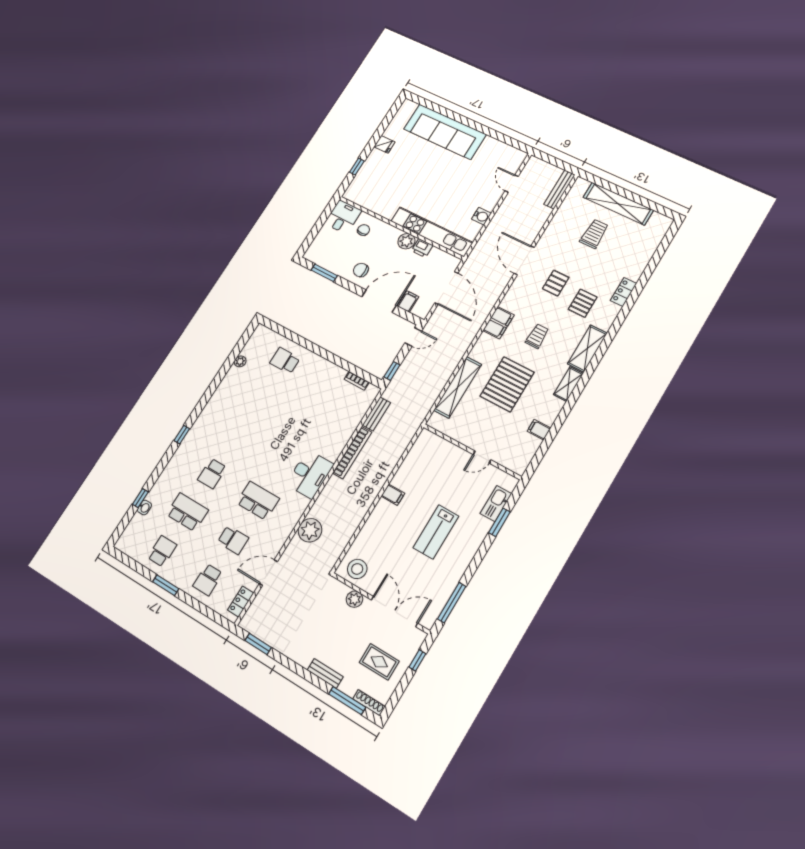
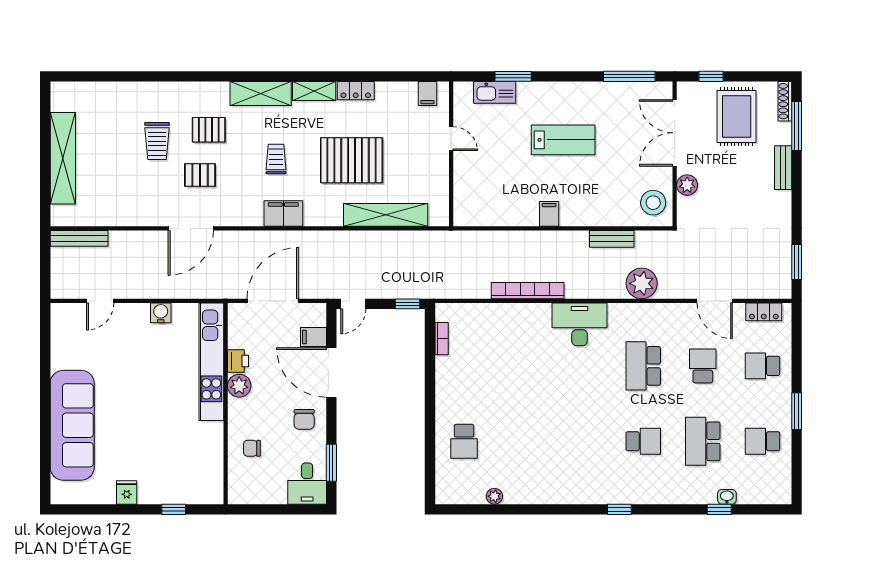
desk: (343, 217) -> (307, 484), moved, turned -90
trolley: (594, 234) -> (157, 141), moved, turned -90
locker: (624, 292) -> (356, 91), moved
trolley: (537, 336) -> (276, 159), turned 90
door: (413, 337) -> (353, 304), swing flipped
bench: (376, 414) -> (612, 239), moved
filing cabinet: (539, 430) -> (427, 94), moved
school desk: (208, 580) -> (763, 366), turned 180
rug: (379, 662) -> (737, 117), width x1.36, depth x1.43

